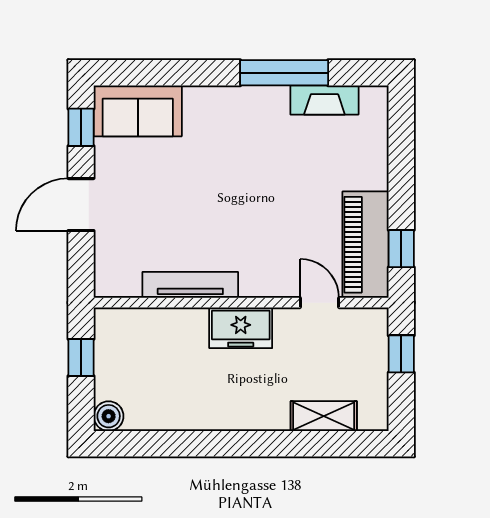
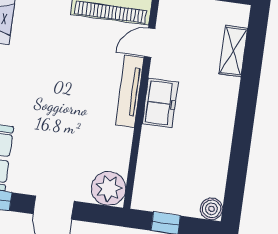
plant: (117, 275) -> (109, 188), added
tv unit: (190, 285) -> (130, 91), moved

